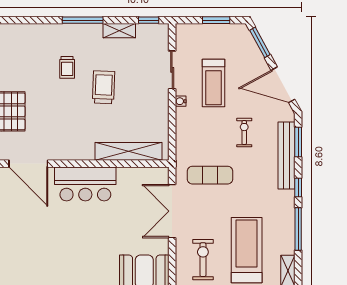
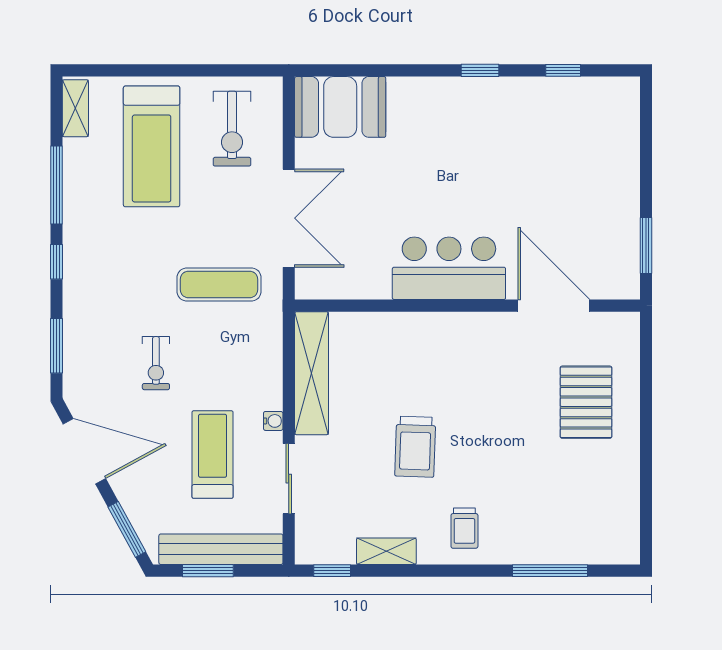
window: (83, 20) -> (550, 571), moved
trolley: (67, 67) -> (464, 528), moved, turned 180
shelving: (129, 151) -> (311, 373), moved, turned 90
bench: (287, 155) -> (221, 549), moved, turned 90

